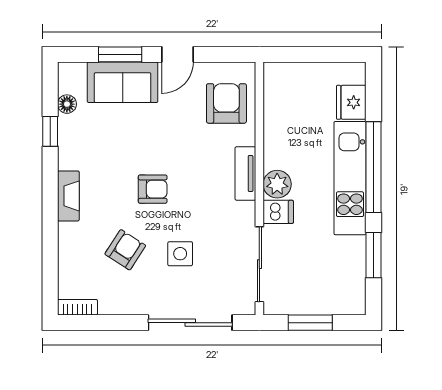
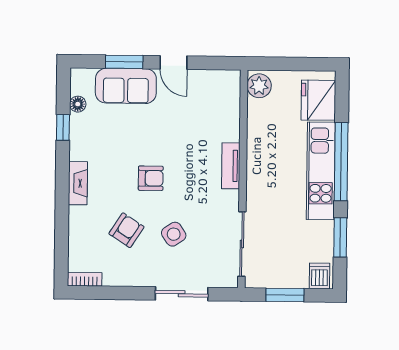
door: (177, 54) -> (173, 62), hinge flipped
fridge: (351, 102) -> (318, 100), width x1.36, depth x1.34
armchair: (226, 103) -> (215, 105), removed
plant: (277, 184) -> (259, 86), moved
dishwasher: (278, 212) -> (320, 276), moved, turned -90
side table: (180, 254) -> (174, 234), turned -34
sliding door: (190, 323) -> (182, 294), width x0.73

